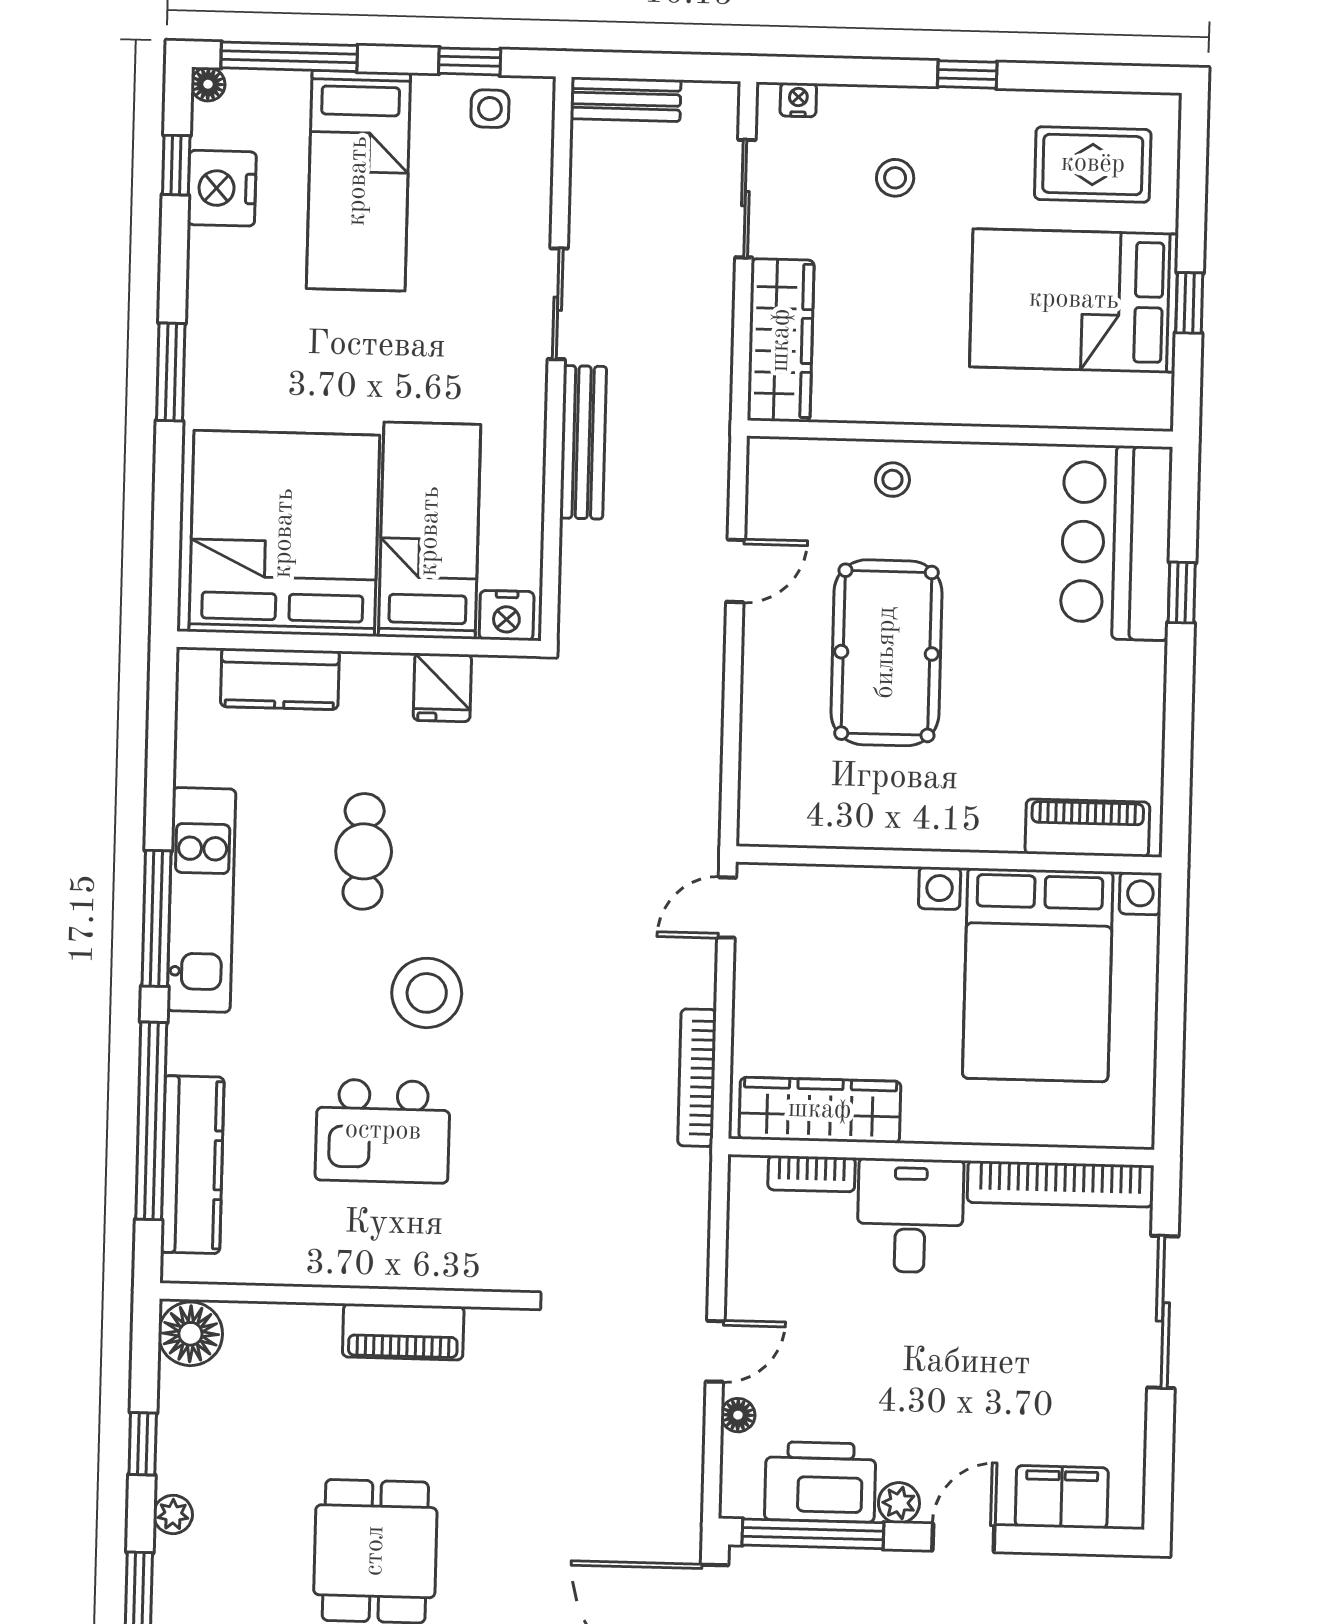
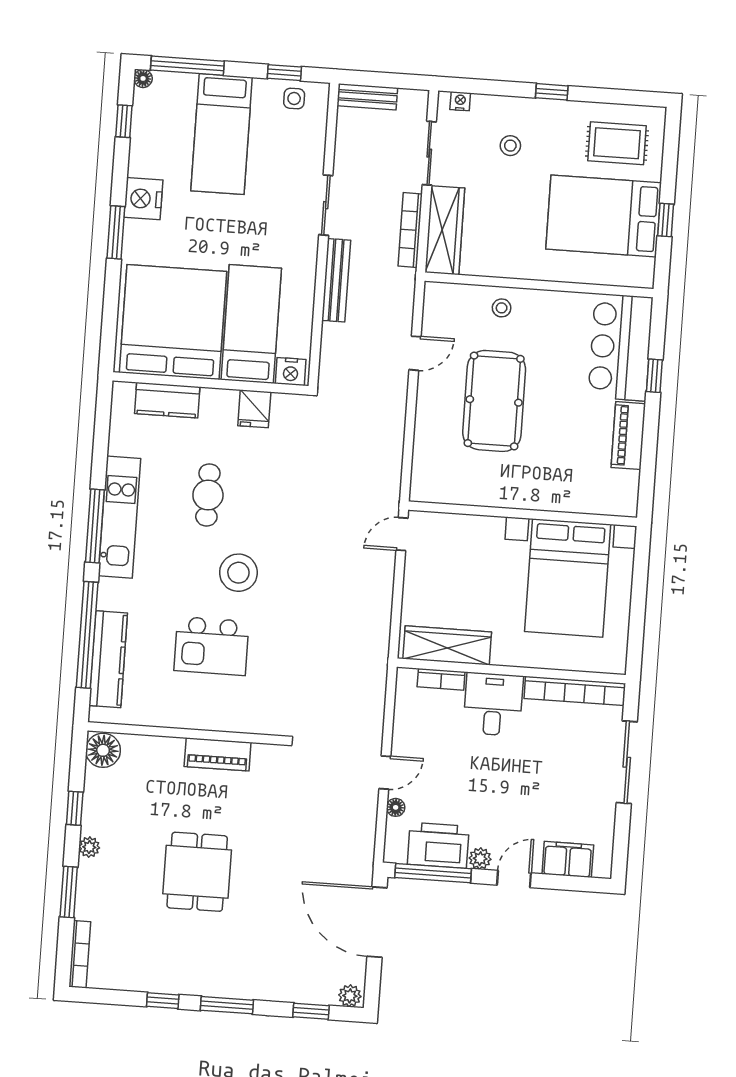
nightstand: (222, 188) -> (143, 199), moved
piano: (1087, 828) -> (628, 436), moved, turned -90
bookcase: (697, 1078) -> (410, 230), moved

